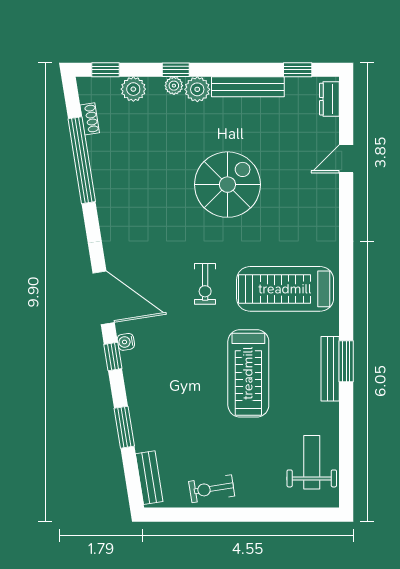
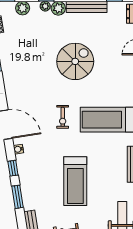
window: (113, 356) -> (13, 168), moved
treadmill: (248, 373) -> (75, 181), moved

